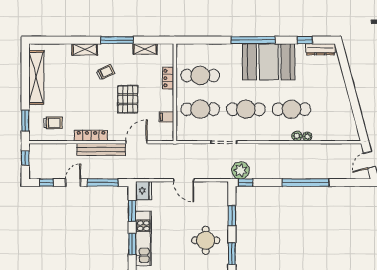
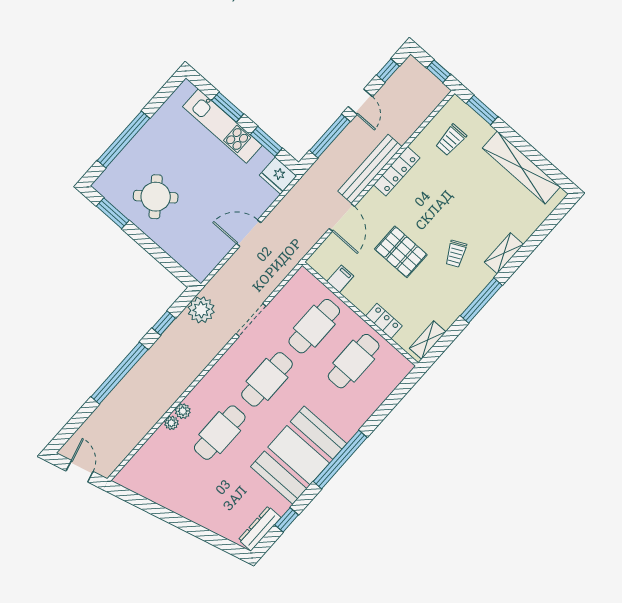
shelving: (145, 49) -> (428, 340), moved
window: (246, 183) -> (164, 323), moved
window: (232, 216) -> (157, 253), removed
round table: (206, 240) -> (156, 197), turned -38

